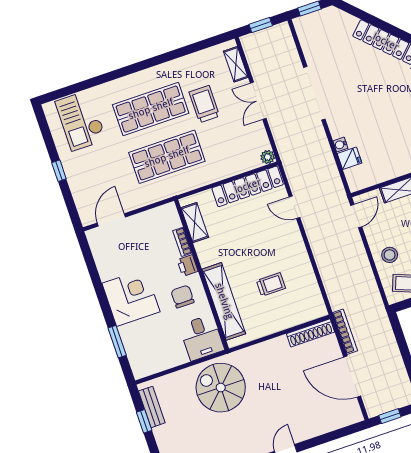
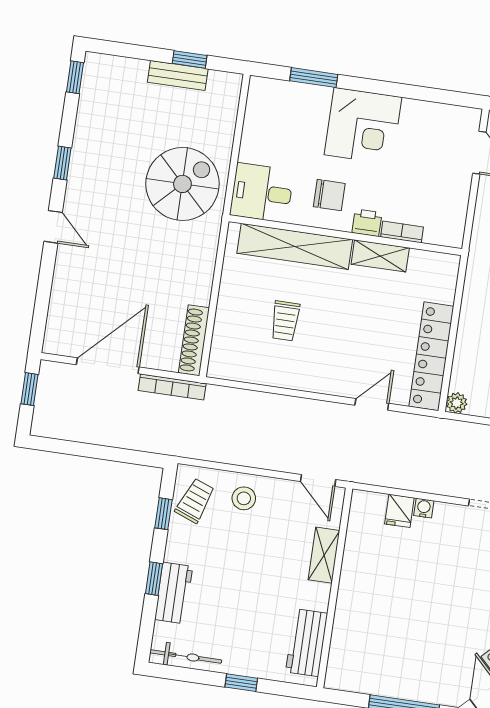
shelving: (195, 222) -> (380, 256), moved
bench: (152, 407) -> (178, 75), moved

